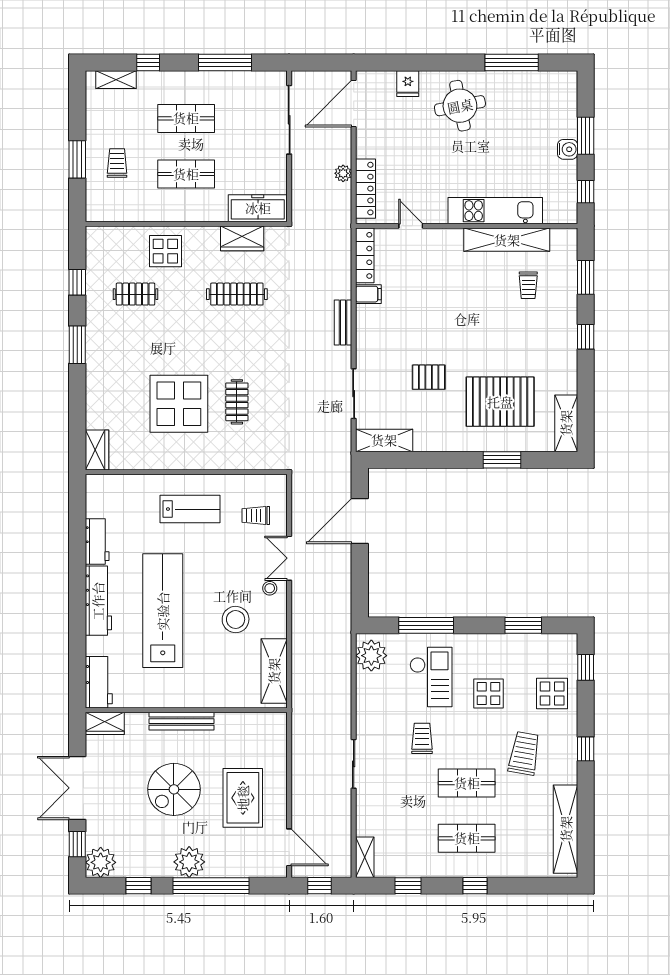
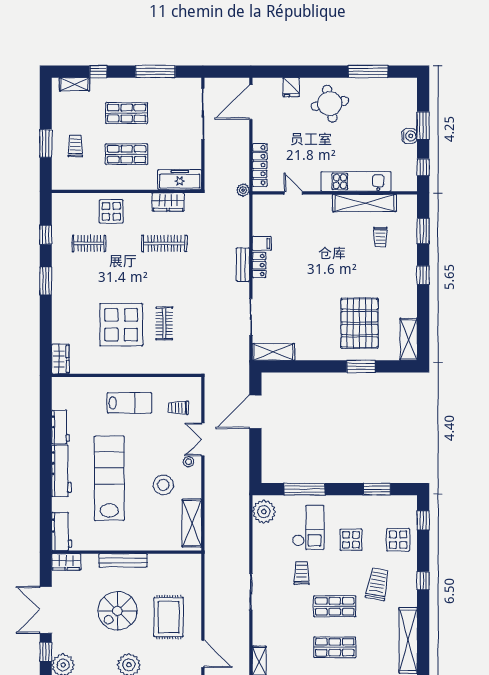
plant: (343, 173) -> (243, 190), moved
locker: (365, 255) -> (259, 265), moved, width x0.66
pallet: (429, 377) -> (307, 305), removed
pallet: (500, 402) -> (360, 323), turned 90

